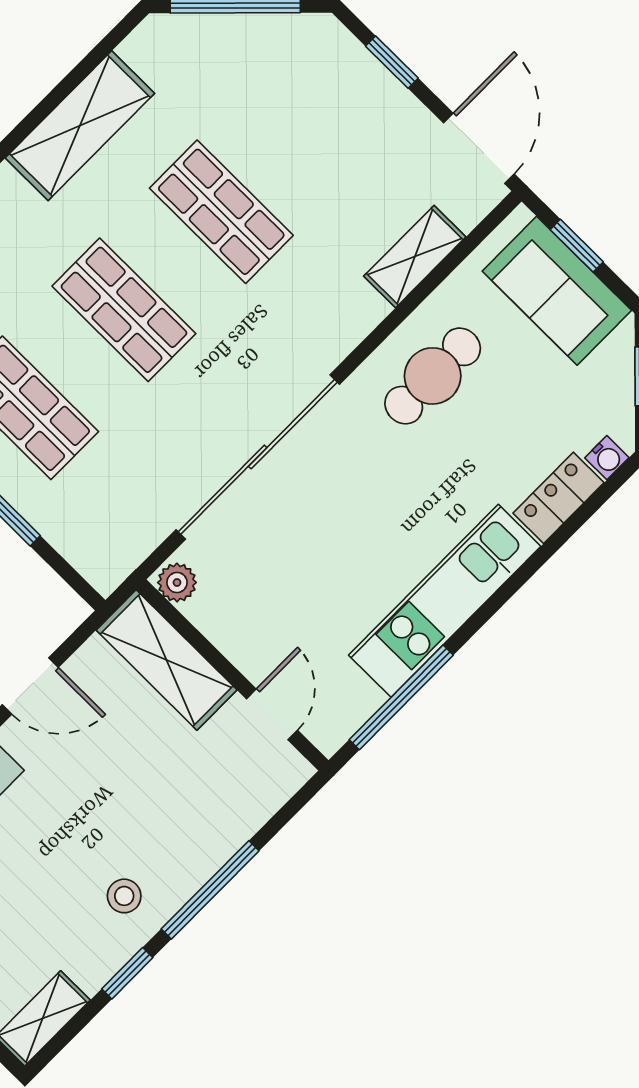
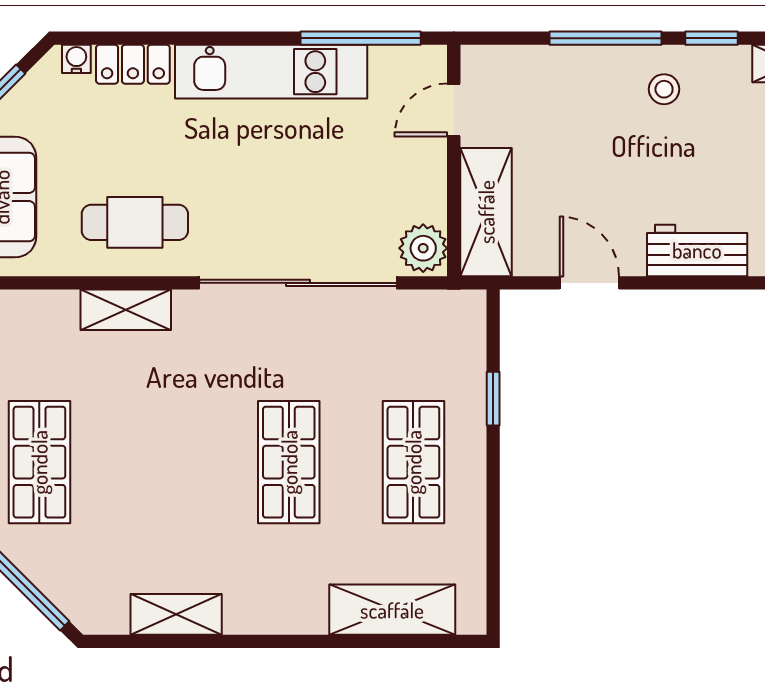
shelving: (80, 126) -> (176, 614), width x0.67, depth x0.75
shop shelf: (221, 212) -> (39, 462), moved
shelving: (415, 257) -> (126, 310), moved
plant: (177, 583) -> (423, 248), width x1.38, depth x1.38

